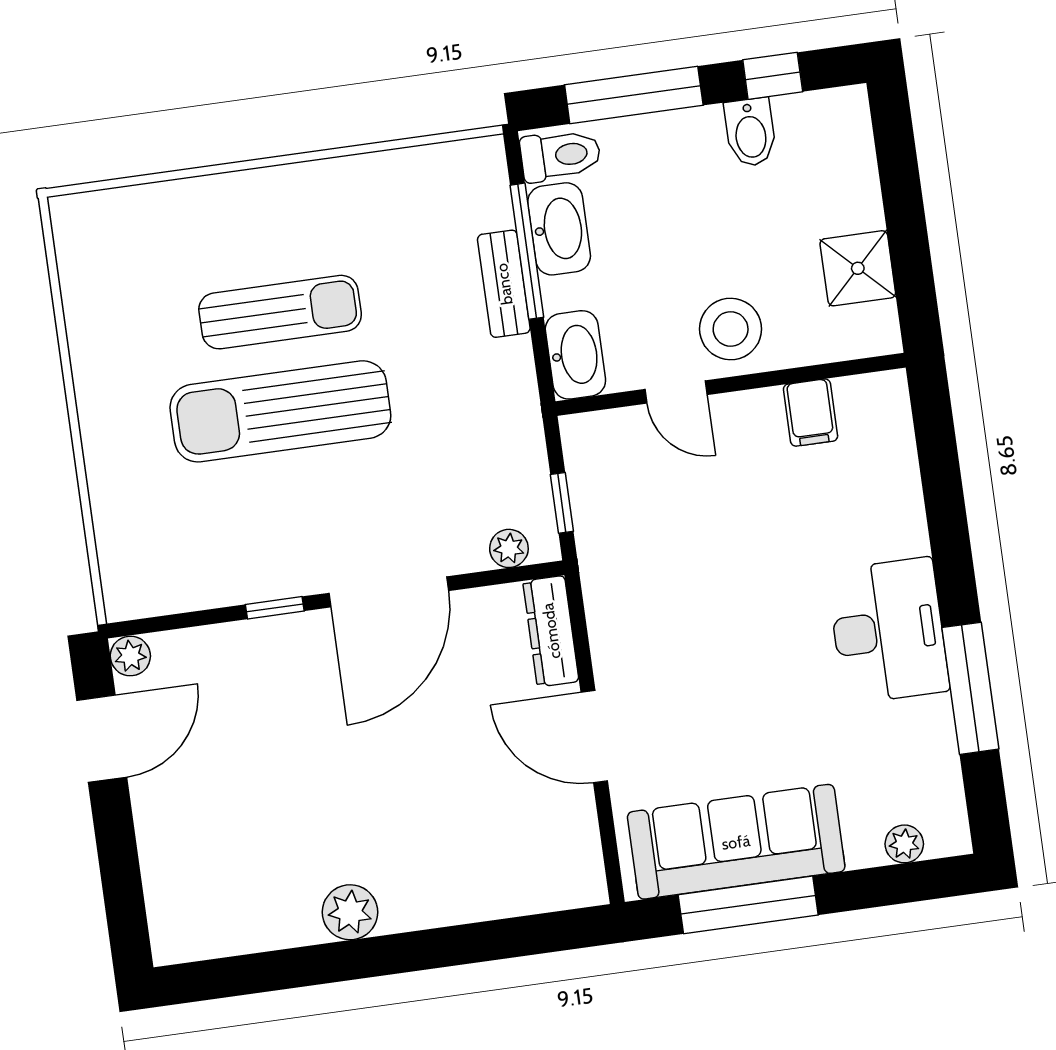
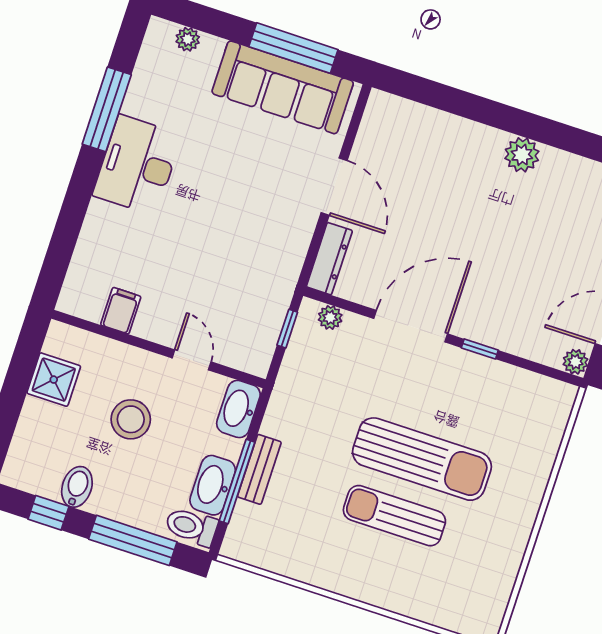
stool: (731, 329) -> (131, 419), moved

